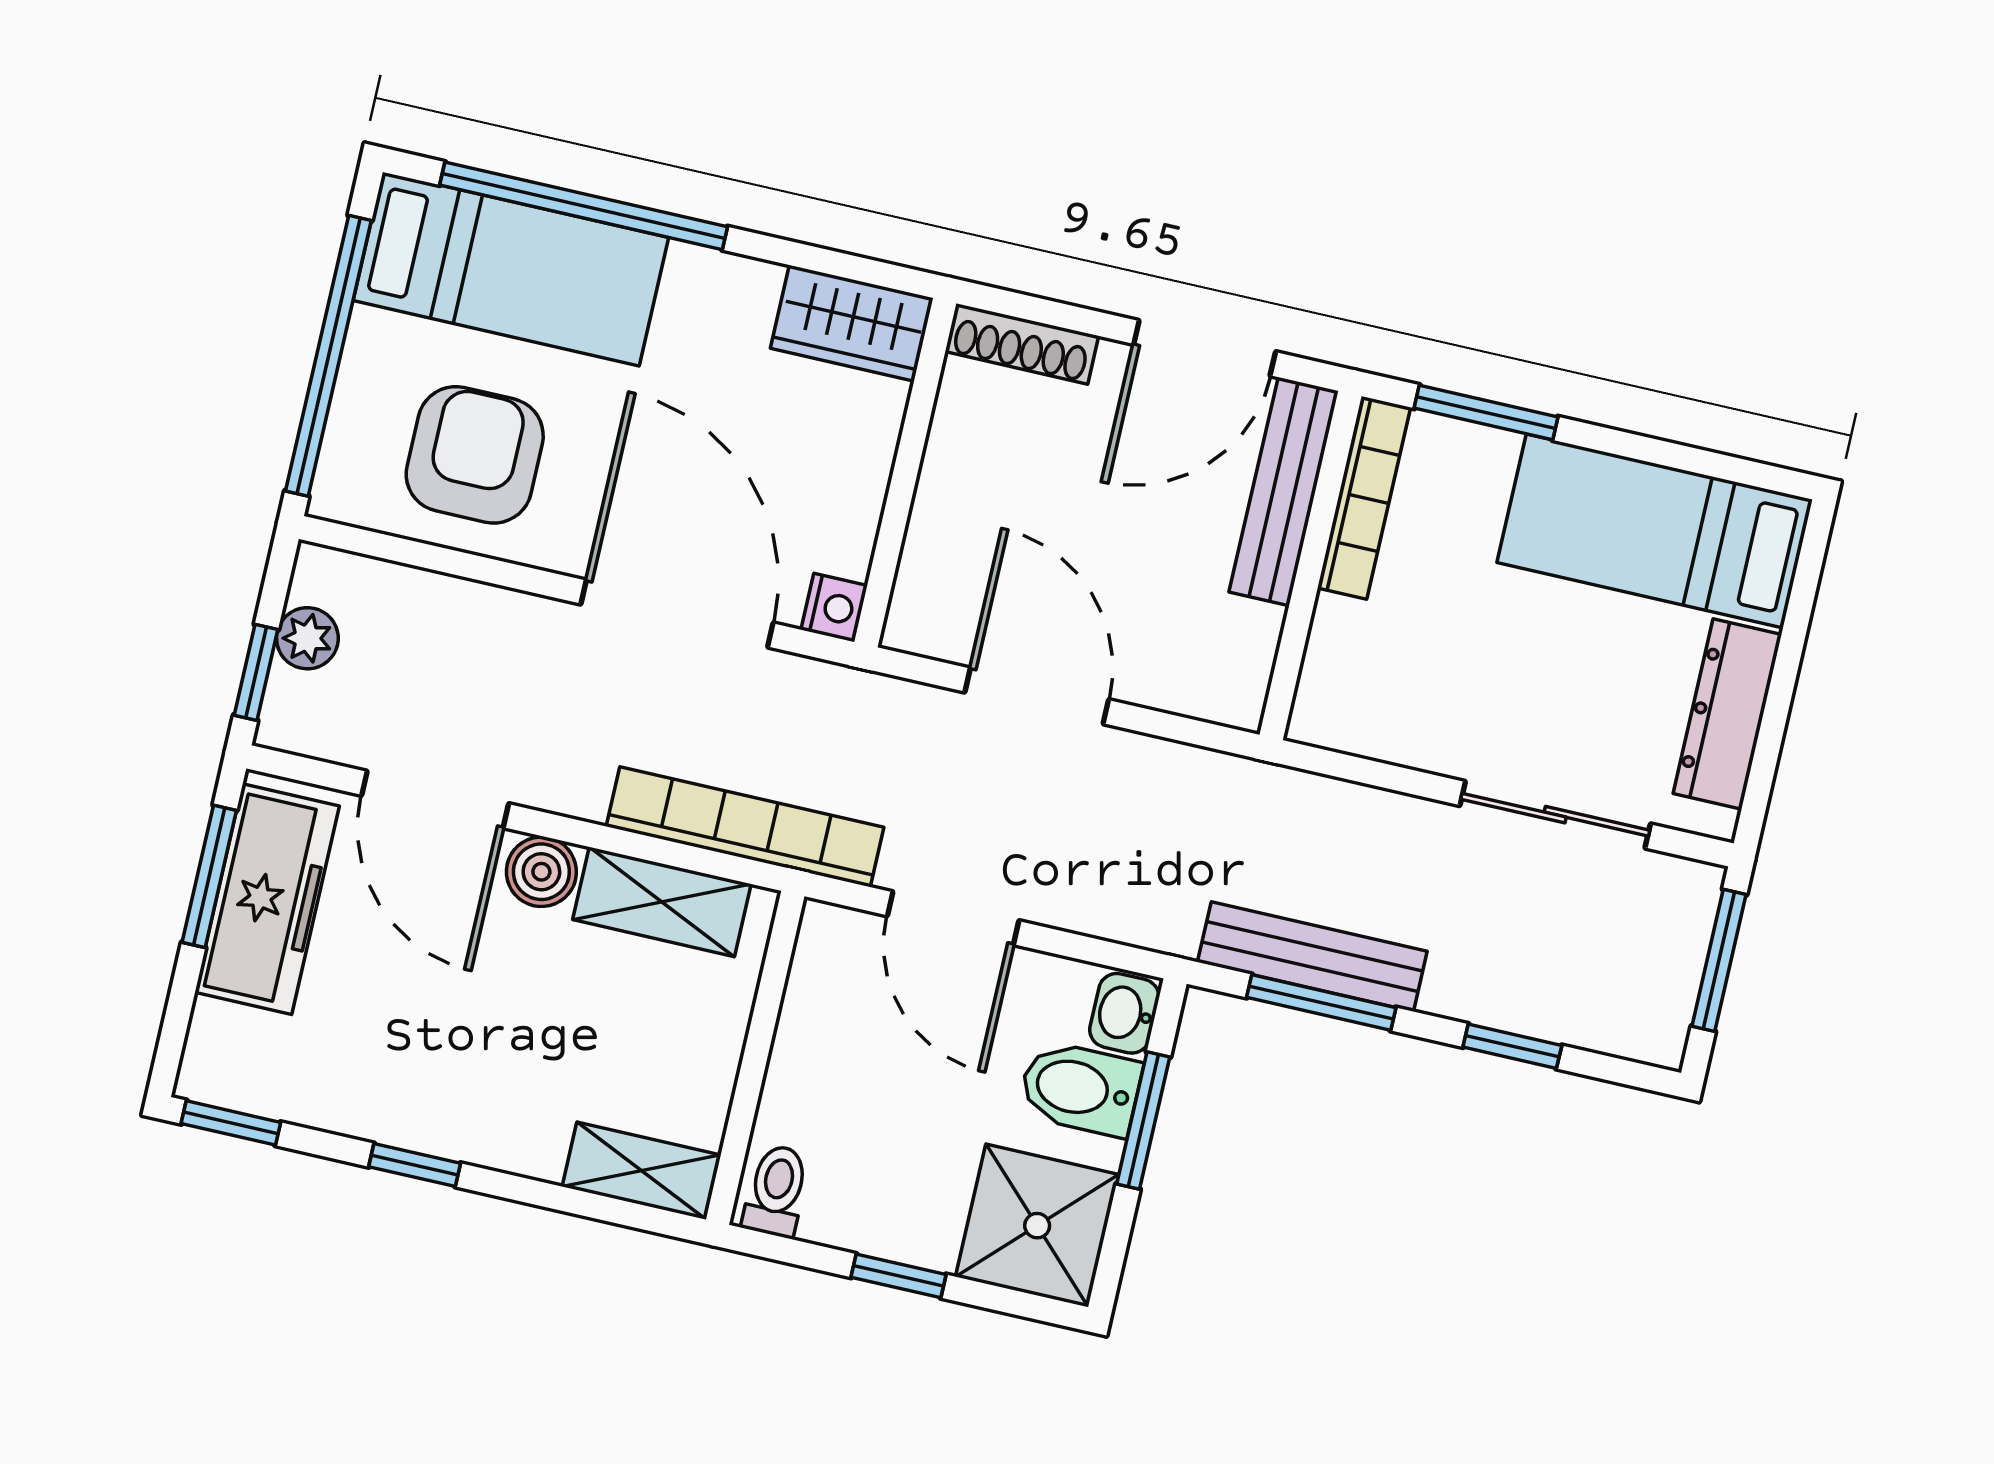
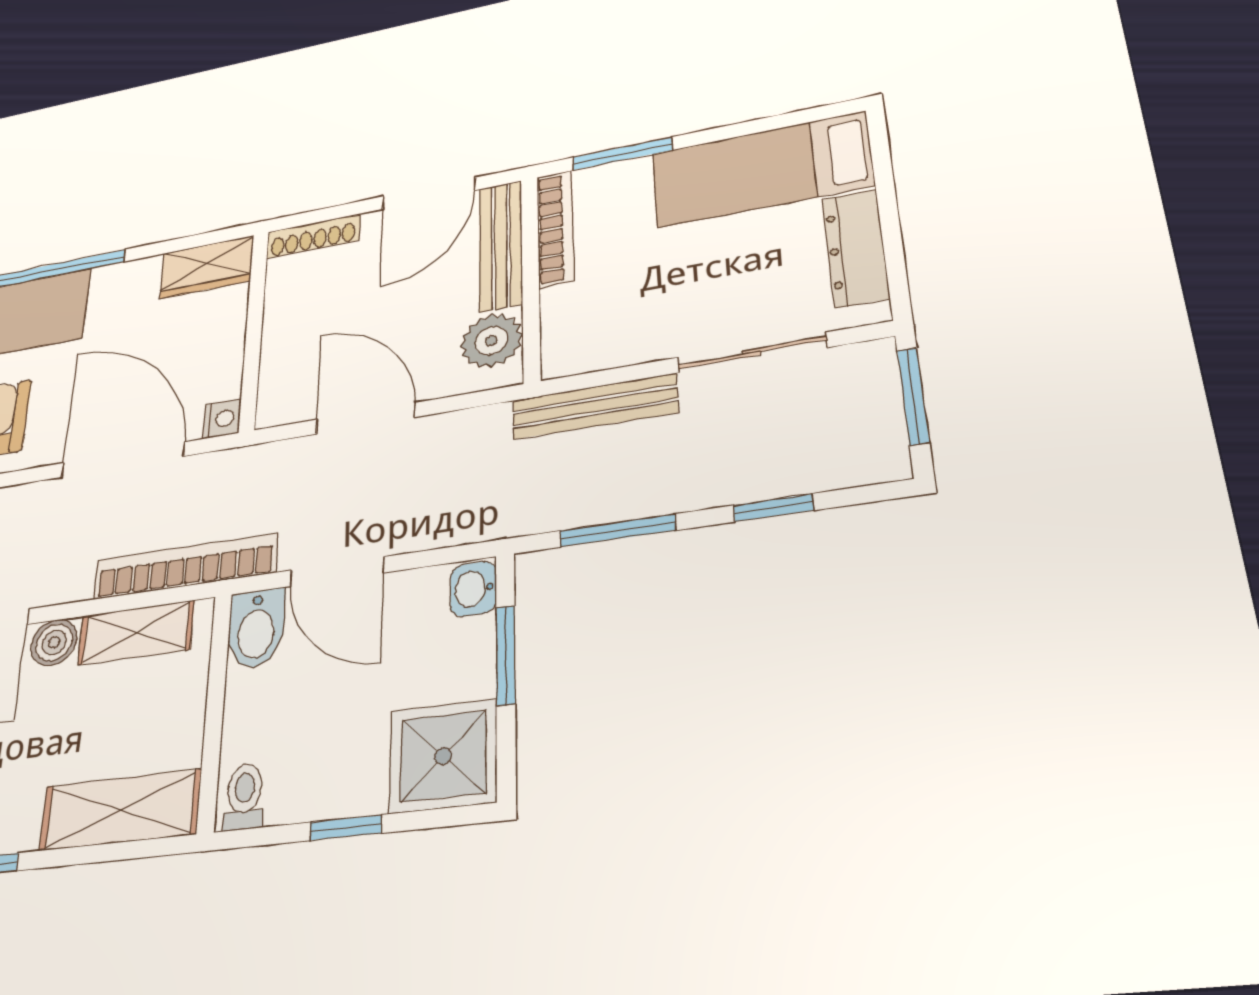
plant: (1234, 646) -> (491, 341), added
bench: (1312, 957) -> (594, 406), moved
bidet: (1080, 1089) -> (256, 629), moved, turned -90
shelving: (641, 1171) -> (120, 810), width x1.50, depth x1.33

